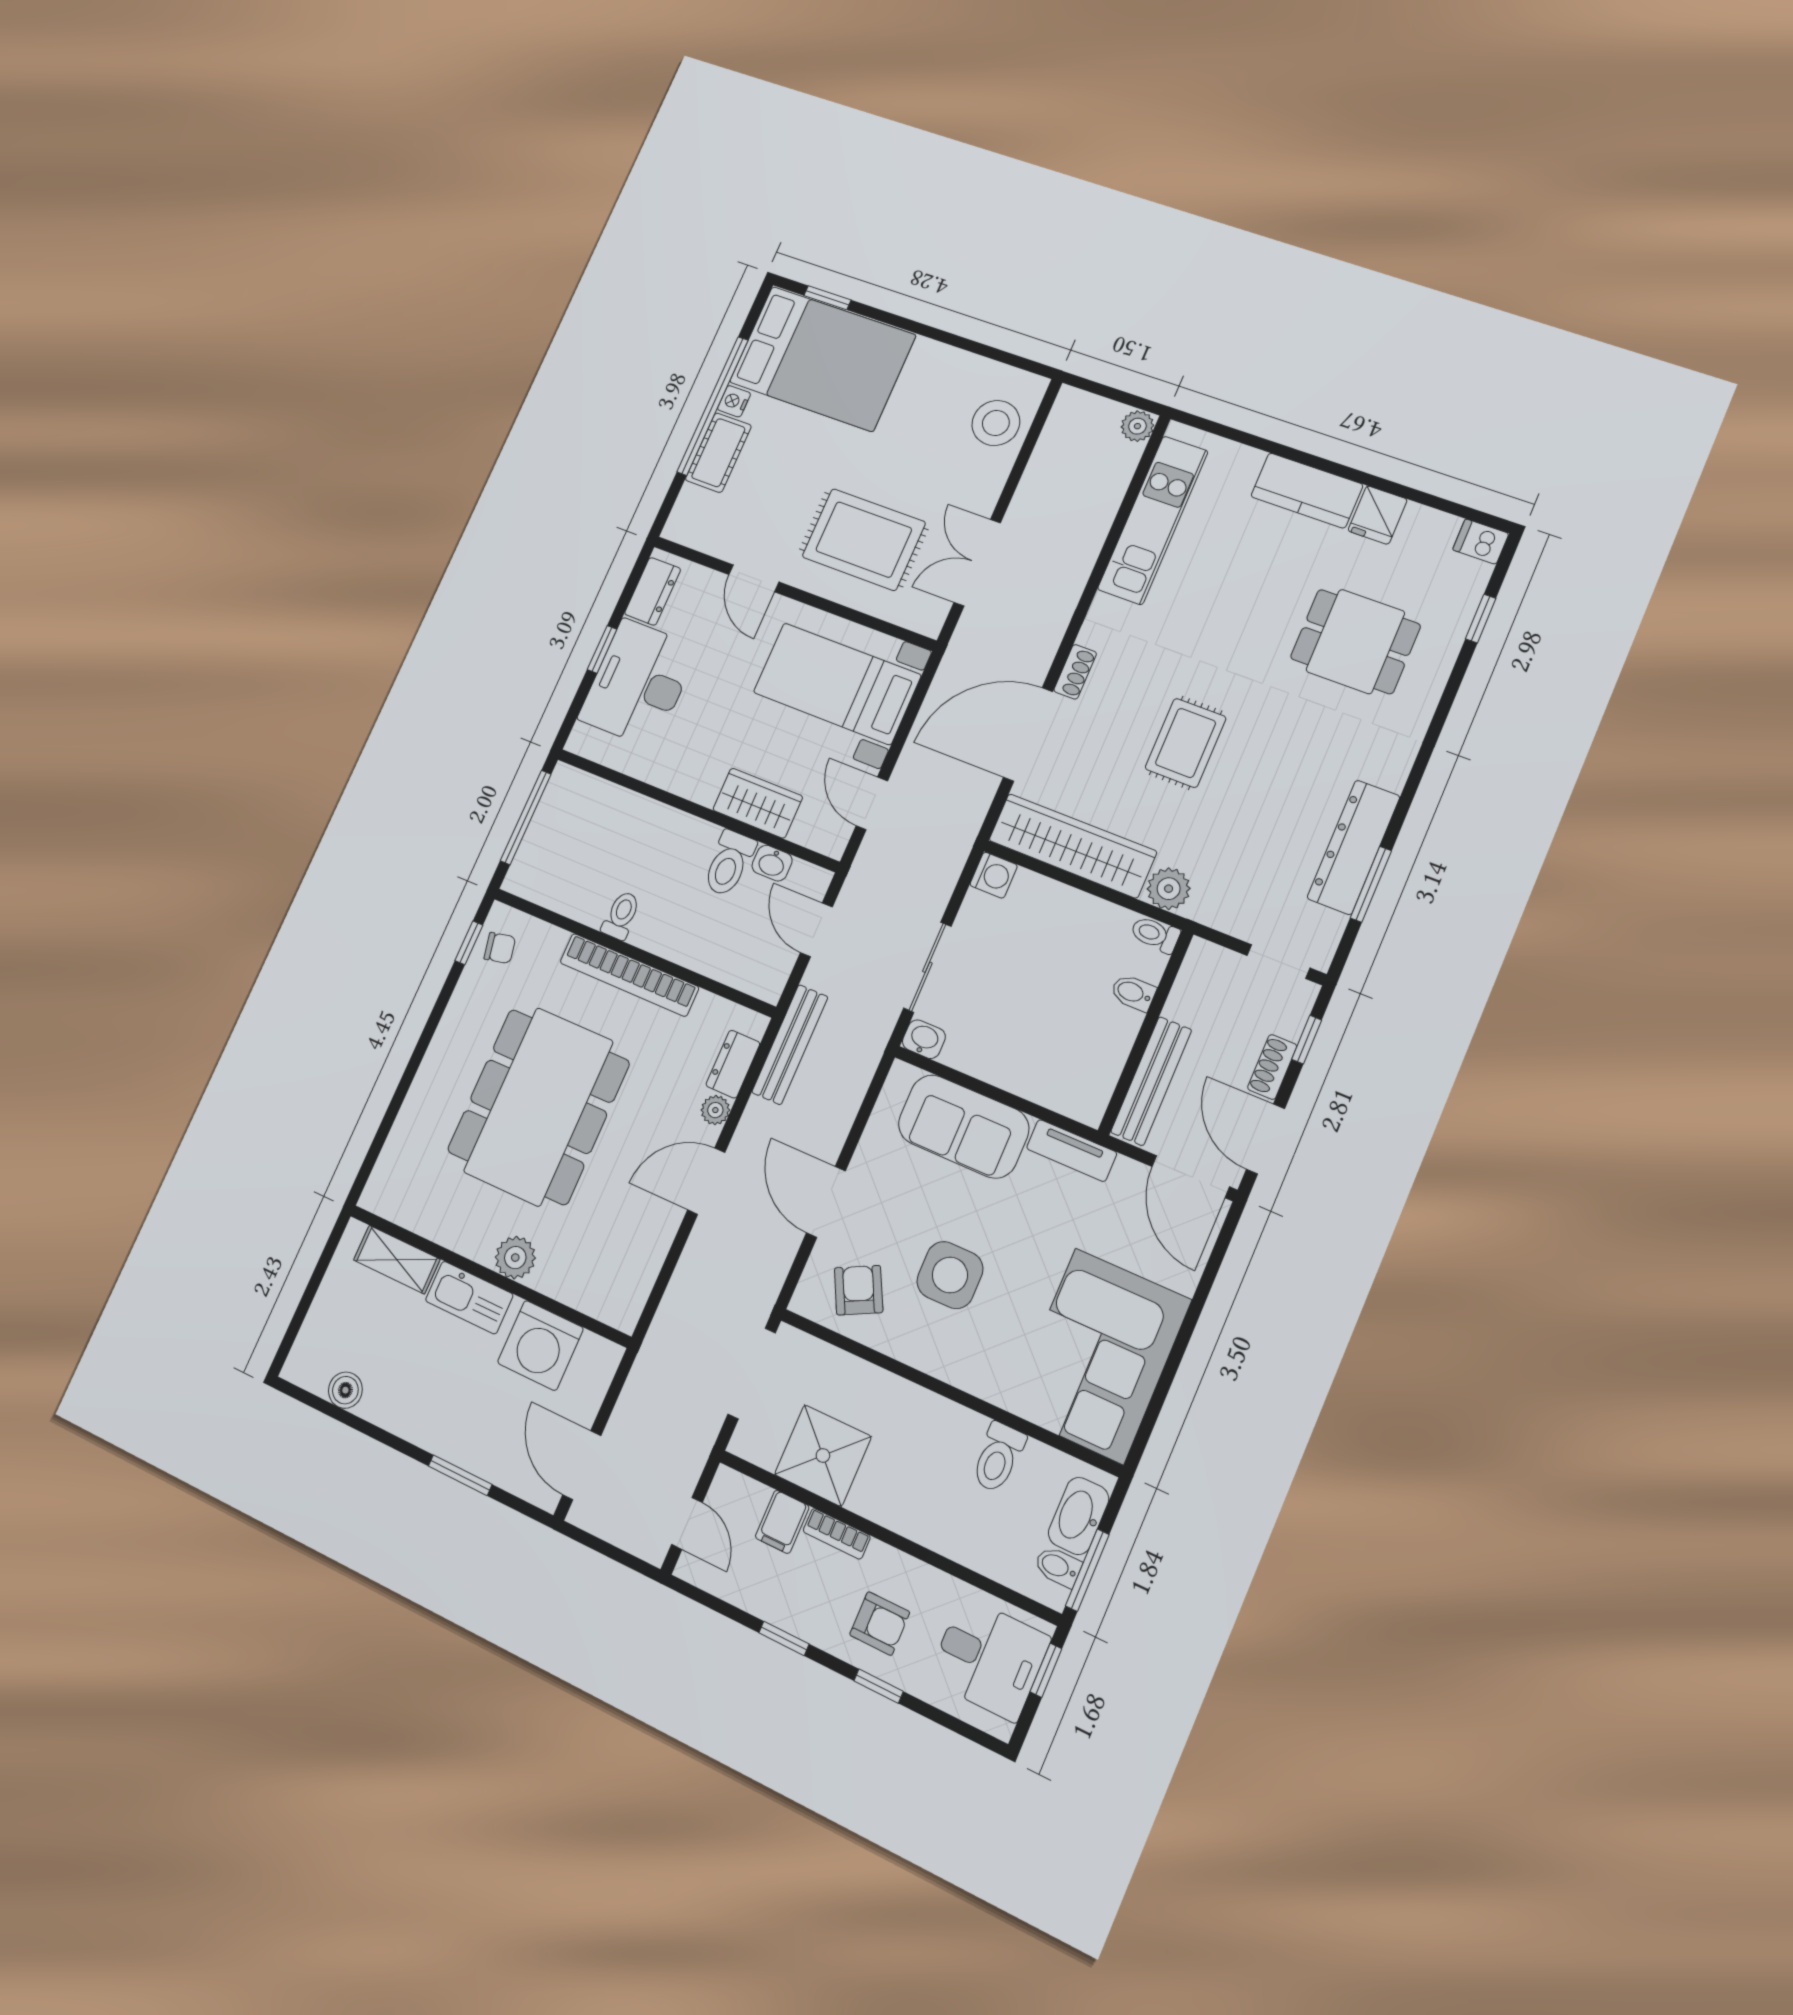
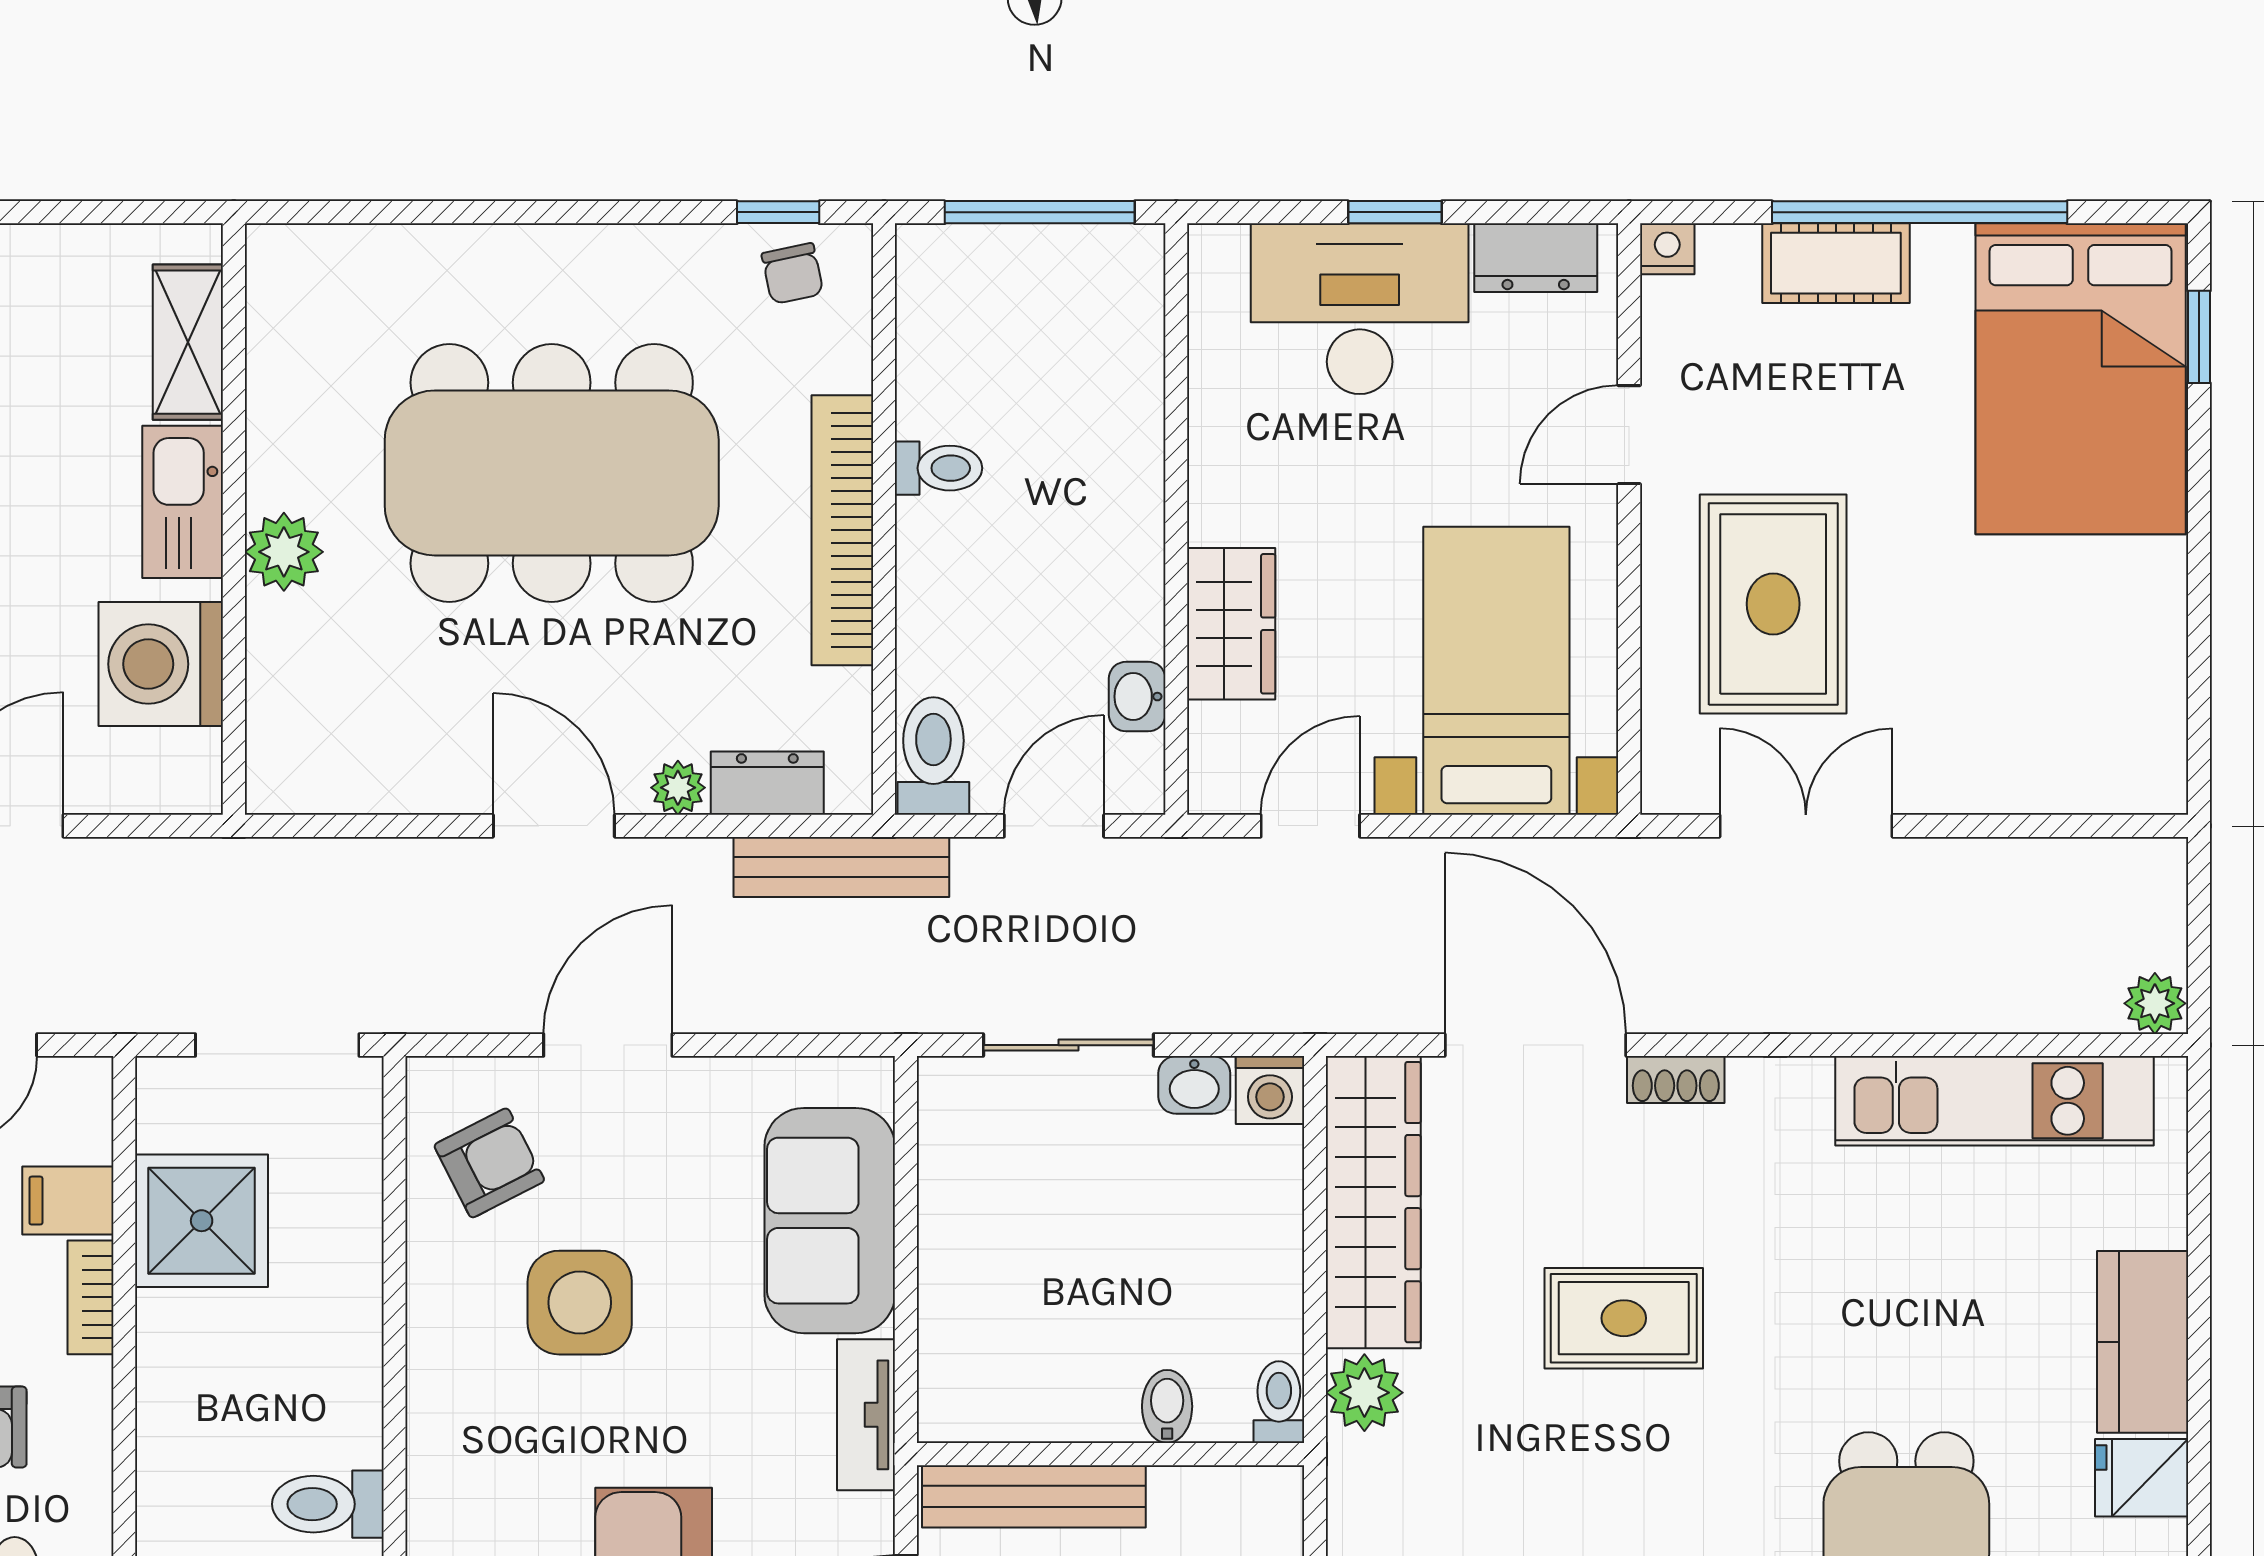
nightstand: (734, 401) -> (1667, 249), moved
stool: (996, 423) -> (2072, 750), removed
toilet: (729, 863) -> (933, 756), moved, turned 90
washbasin: (924, 1039) -> (1194, 1085), moved, turned 90

